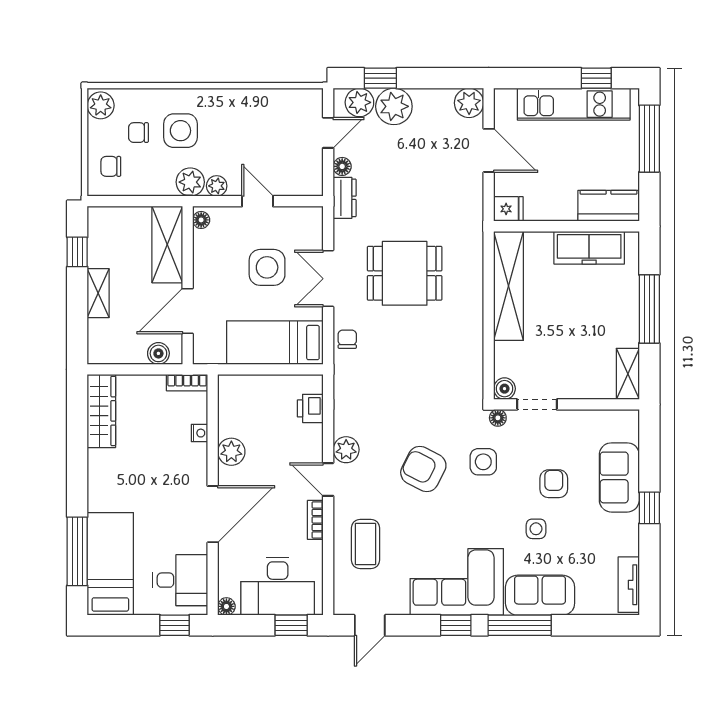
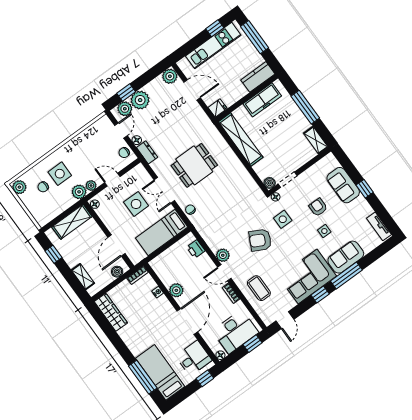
chair: (111, 166) -> (124, 153), moved
shelving: (167, 244) -> (72, 222), moved, turned 90
shelving: (98, 293) -> (83, 277), moved

